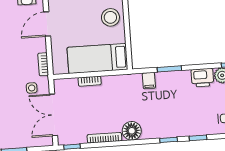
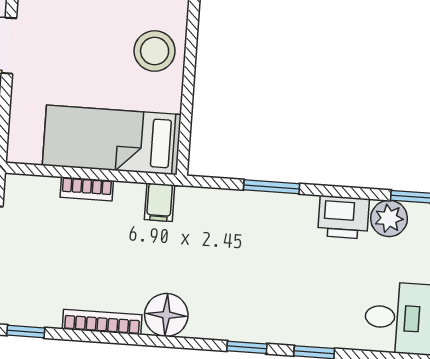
filing cabinet: (149, 81) -> (160, 202), moved

